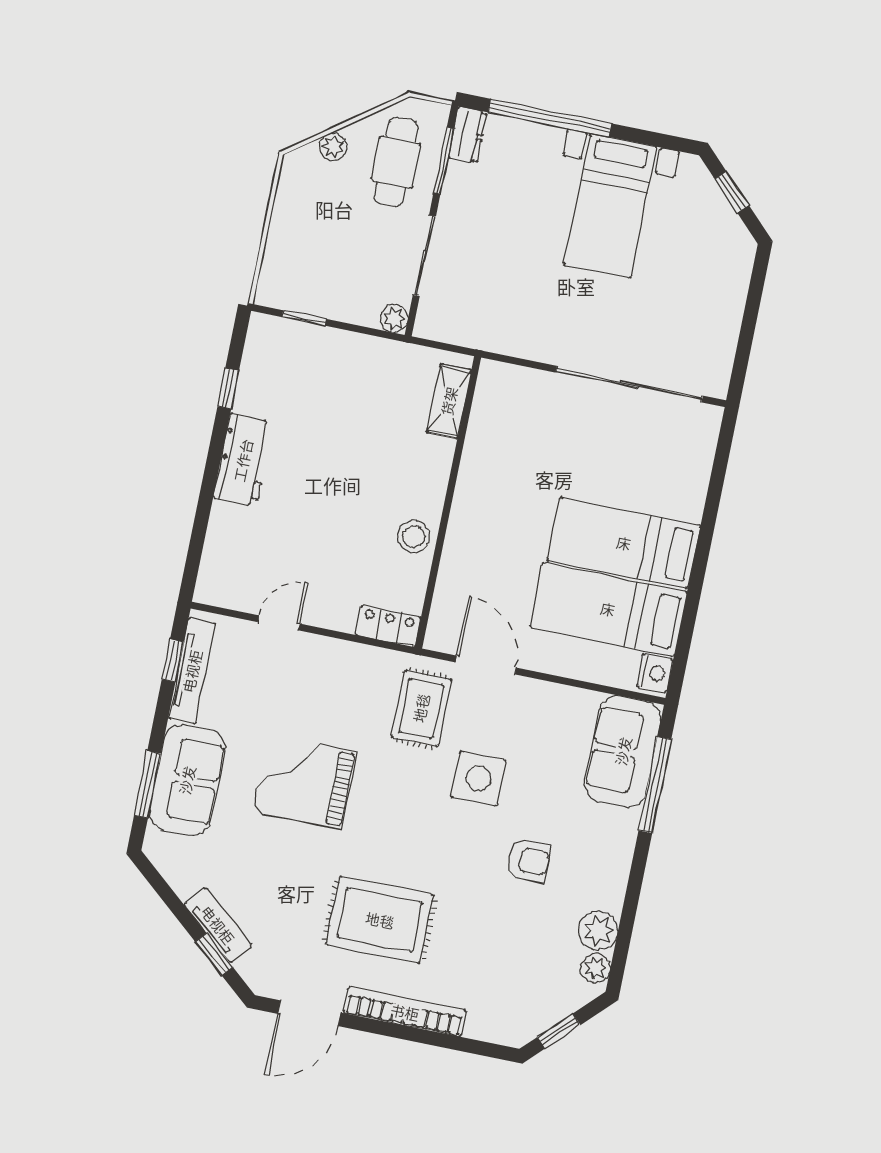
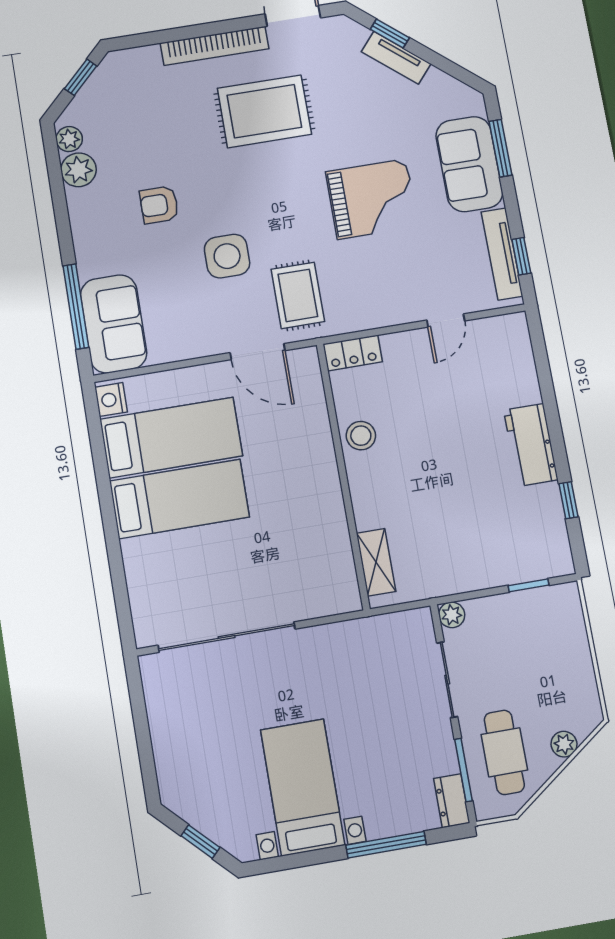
window: (550, 118) -> (386, 845), width x0.68

